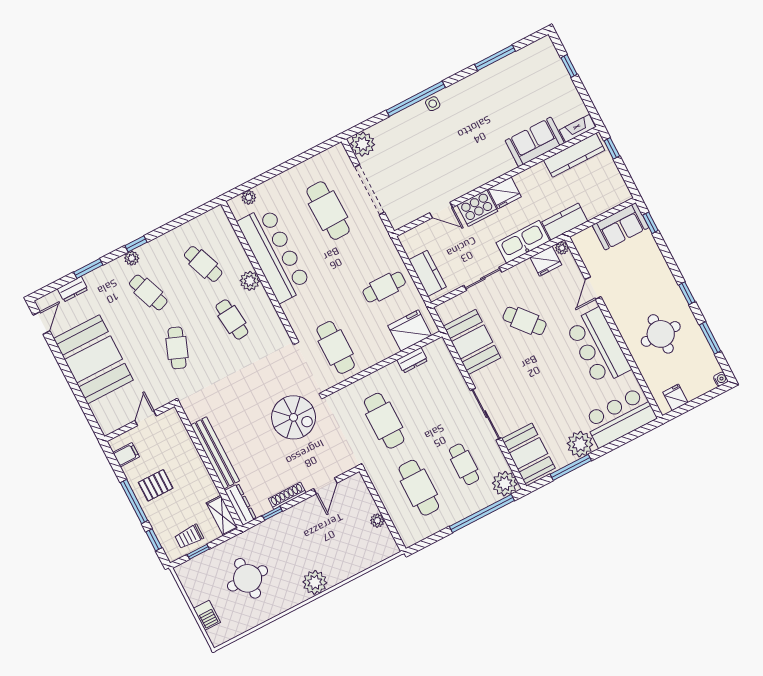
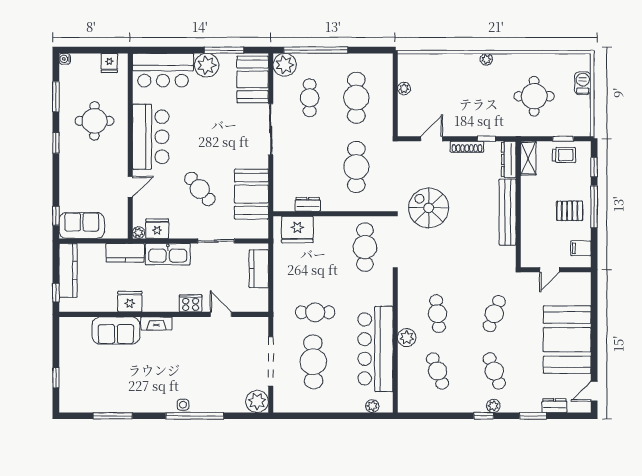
fireplace: (577, 128) -> (156, 323), moved
kitchen counter: (574, 155) -> (68, 270), moved, turned 90
fridge: (505, 193) -> (130, 302), moved
cooker: (477, 208) -> (191, 303), width x0.73, depth x0.76
cafe table: (384, 287) -> (315, 312), moved
plant: (315, 582) -> (486, 59), width x0.53, depth x0.53

